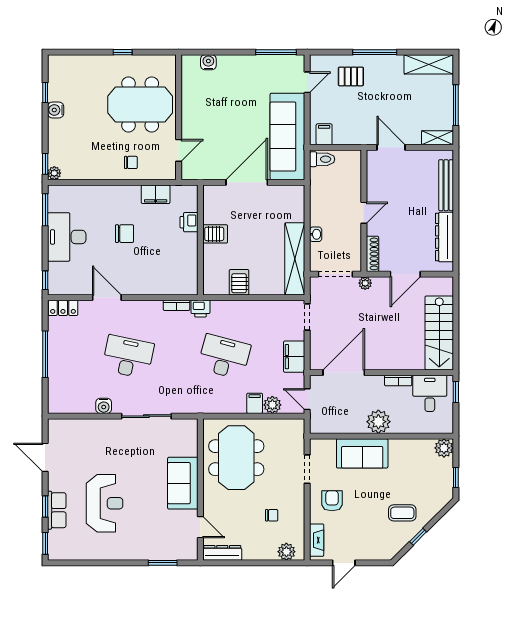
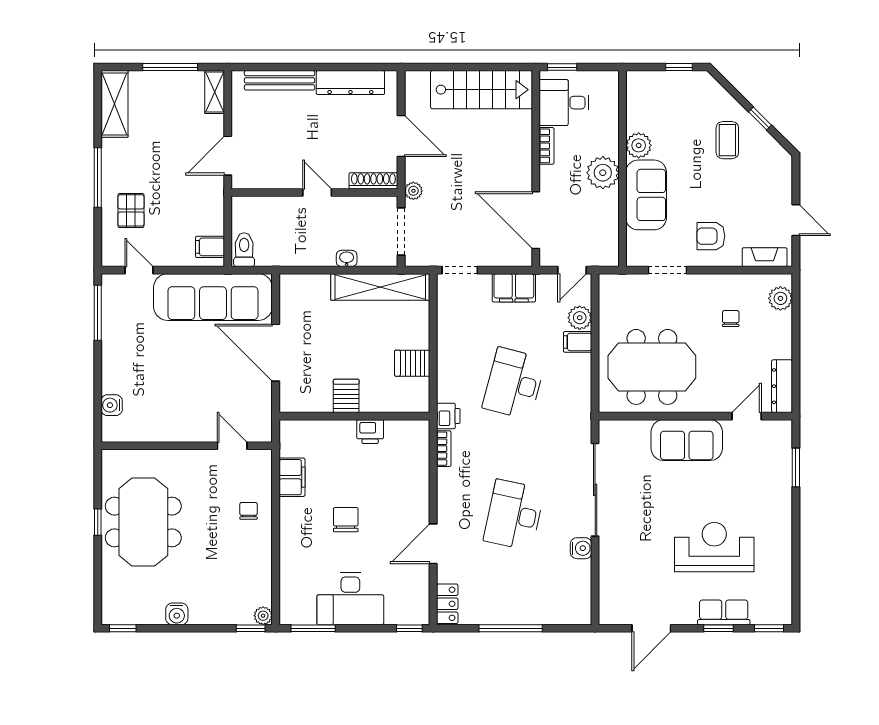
window: (45, 92) -> (123, 628), moved
meeting table: (140, 104) -> (143, 522), moved
printer: (189, 222) -> (370, 432), moved
sliding door: (146, 416) -> (595, 490), width x1.36
plant: (444, 448) -> (639, 145), moved

